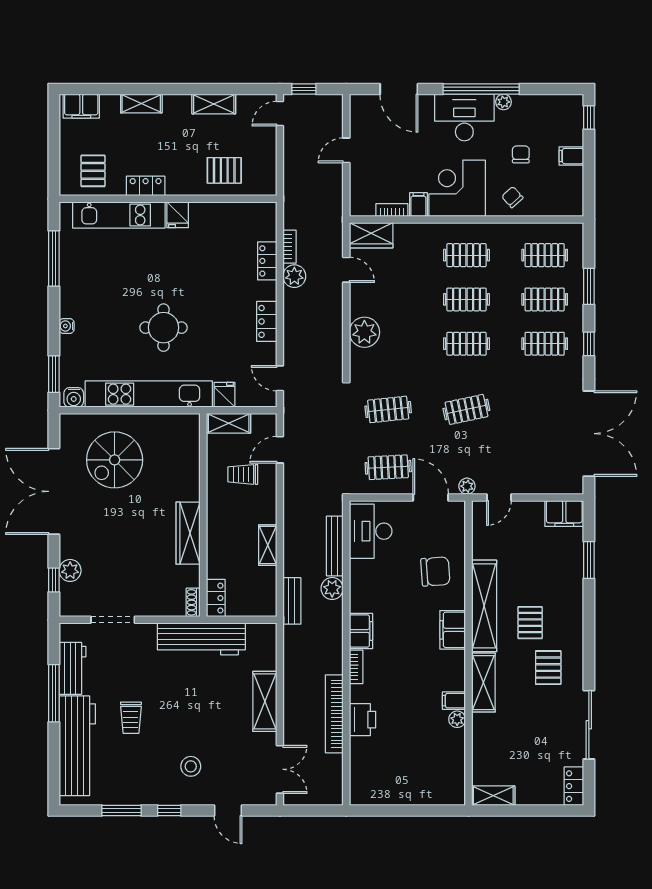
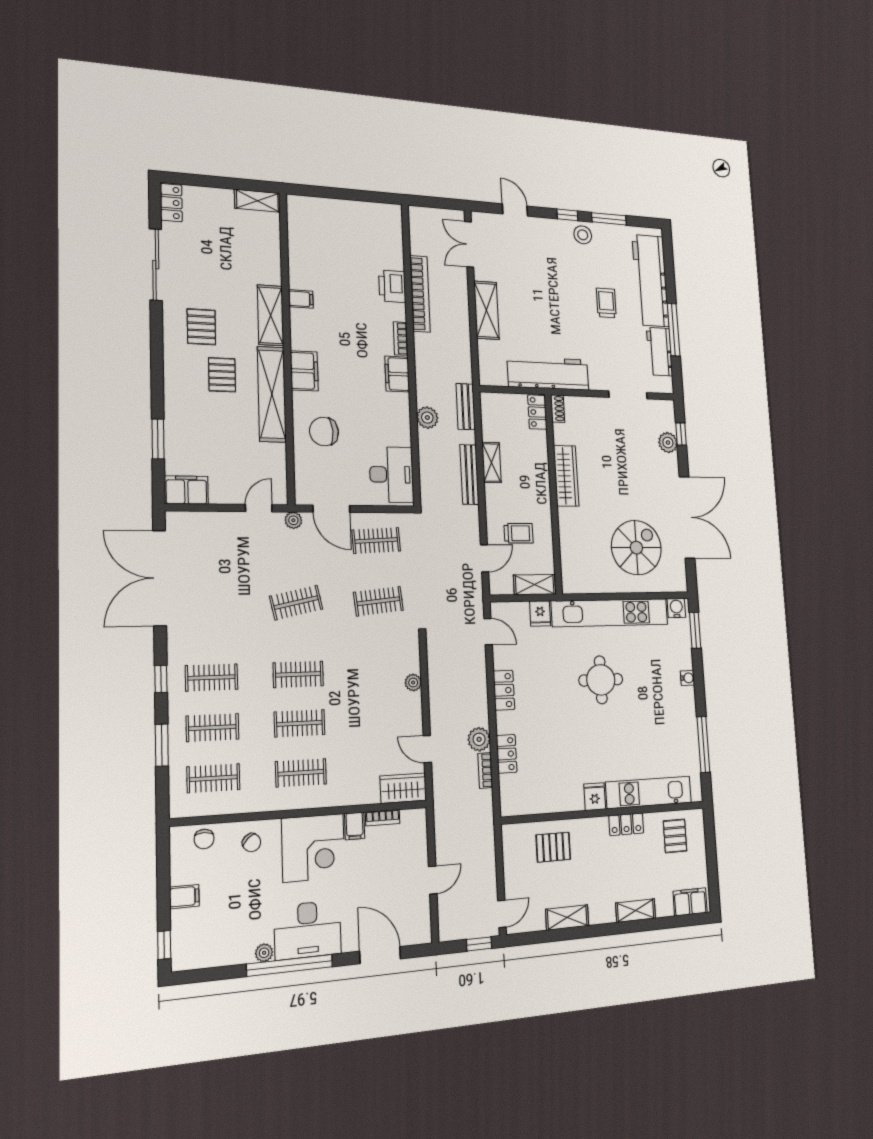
chair: (521, 154) -> (204, 839), moved
plant: (364, 332) -> (413, 683), width x0.53, depth x0.53
bench: (335, 546) -> (469, 474), moved
plant: (457, 719) -> (297, 280), removed
stool: (191, 766) -> (583, 235), moved

